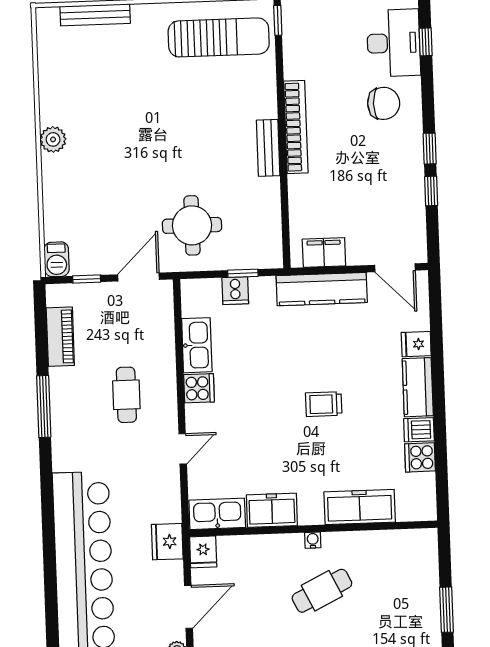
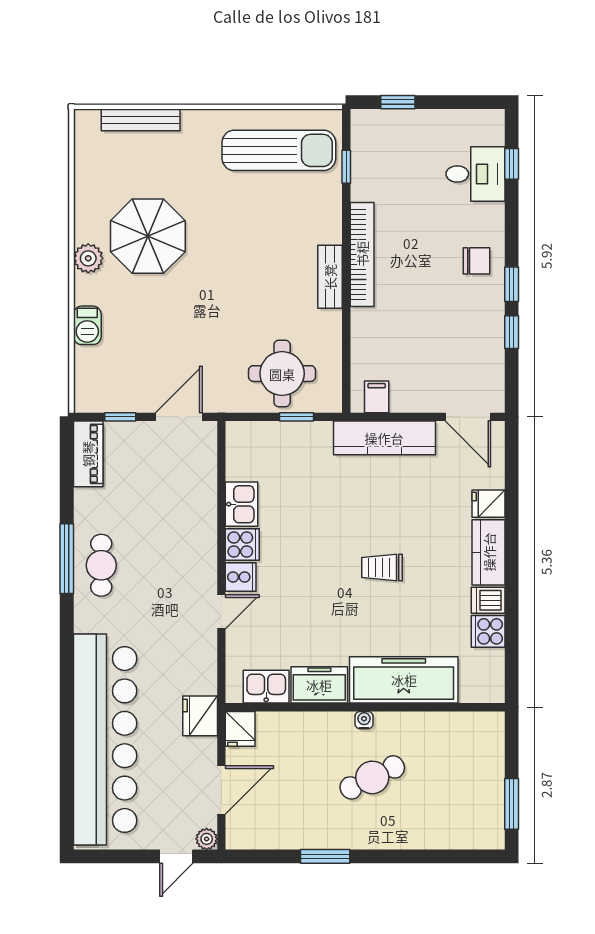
window: (278, 20) -> (346, 167), moved
desk: (394, 43) -> (475, 174), width x0.73
chair: (384, 103) -> (477, 261), moved, width x0.73, depth x0.73
parasol: (105, 118) -> (148, 236), added
round table: (192, 225) -> (282, 374), moved
filing cabinet: (324, 253) -> (377, 397), width x0.50
barbecue: (57, 259) -> (87, 325), moved
cooker: (235, 291) -> (241, 577), moved, turned -90
piano: (60, 337) -> (88, 454), moved
kitchen sink: (197, 345) -> (242, 504), width x0.73
cafe table: (126, 395) -> (101, 565), moved
freezer: (360, 507) -> (404, 680), width x1.36, depth x1.26
kitchen sink: (217, 514) -> (266, 687), width x0.73

